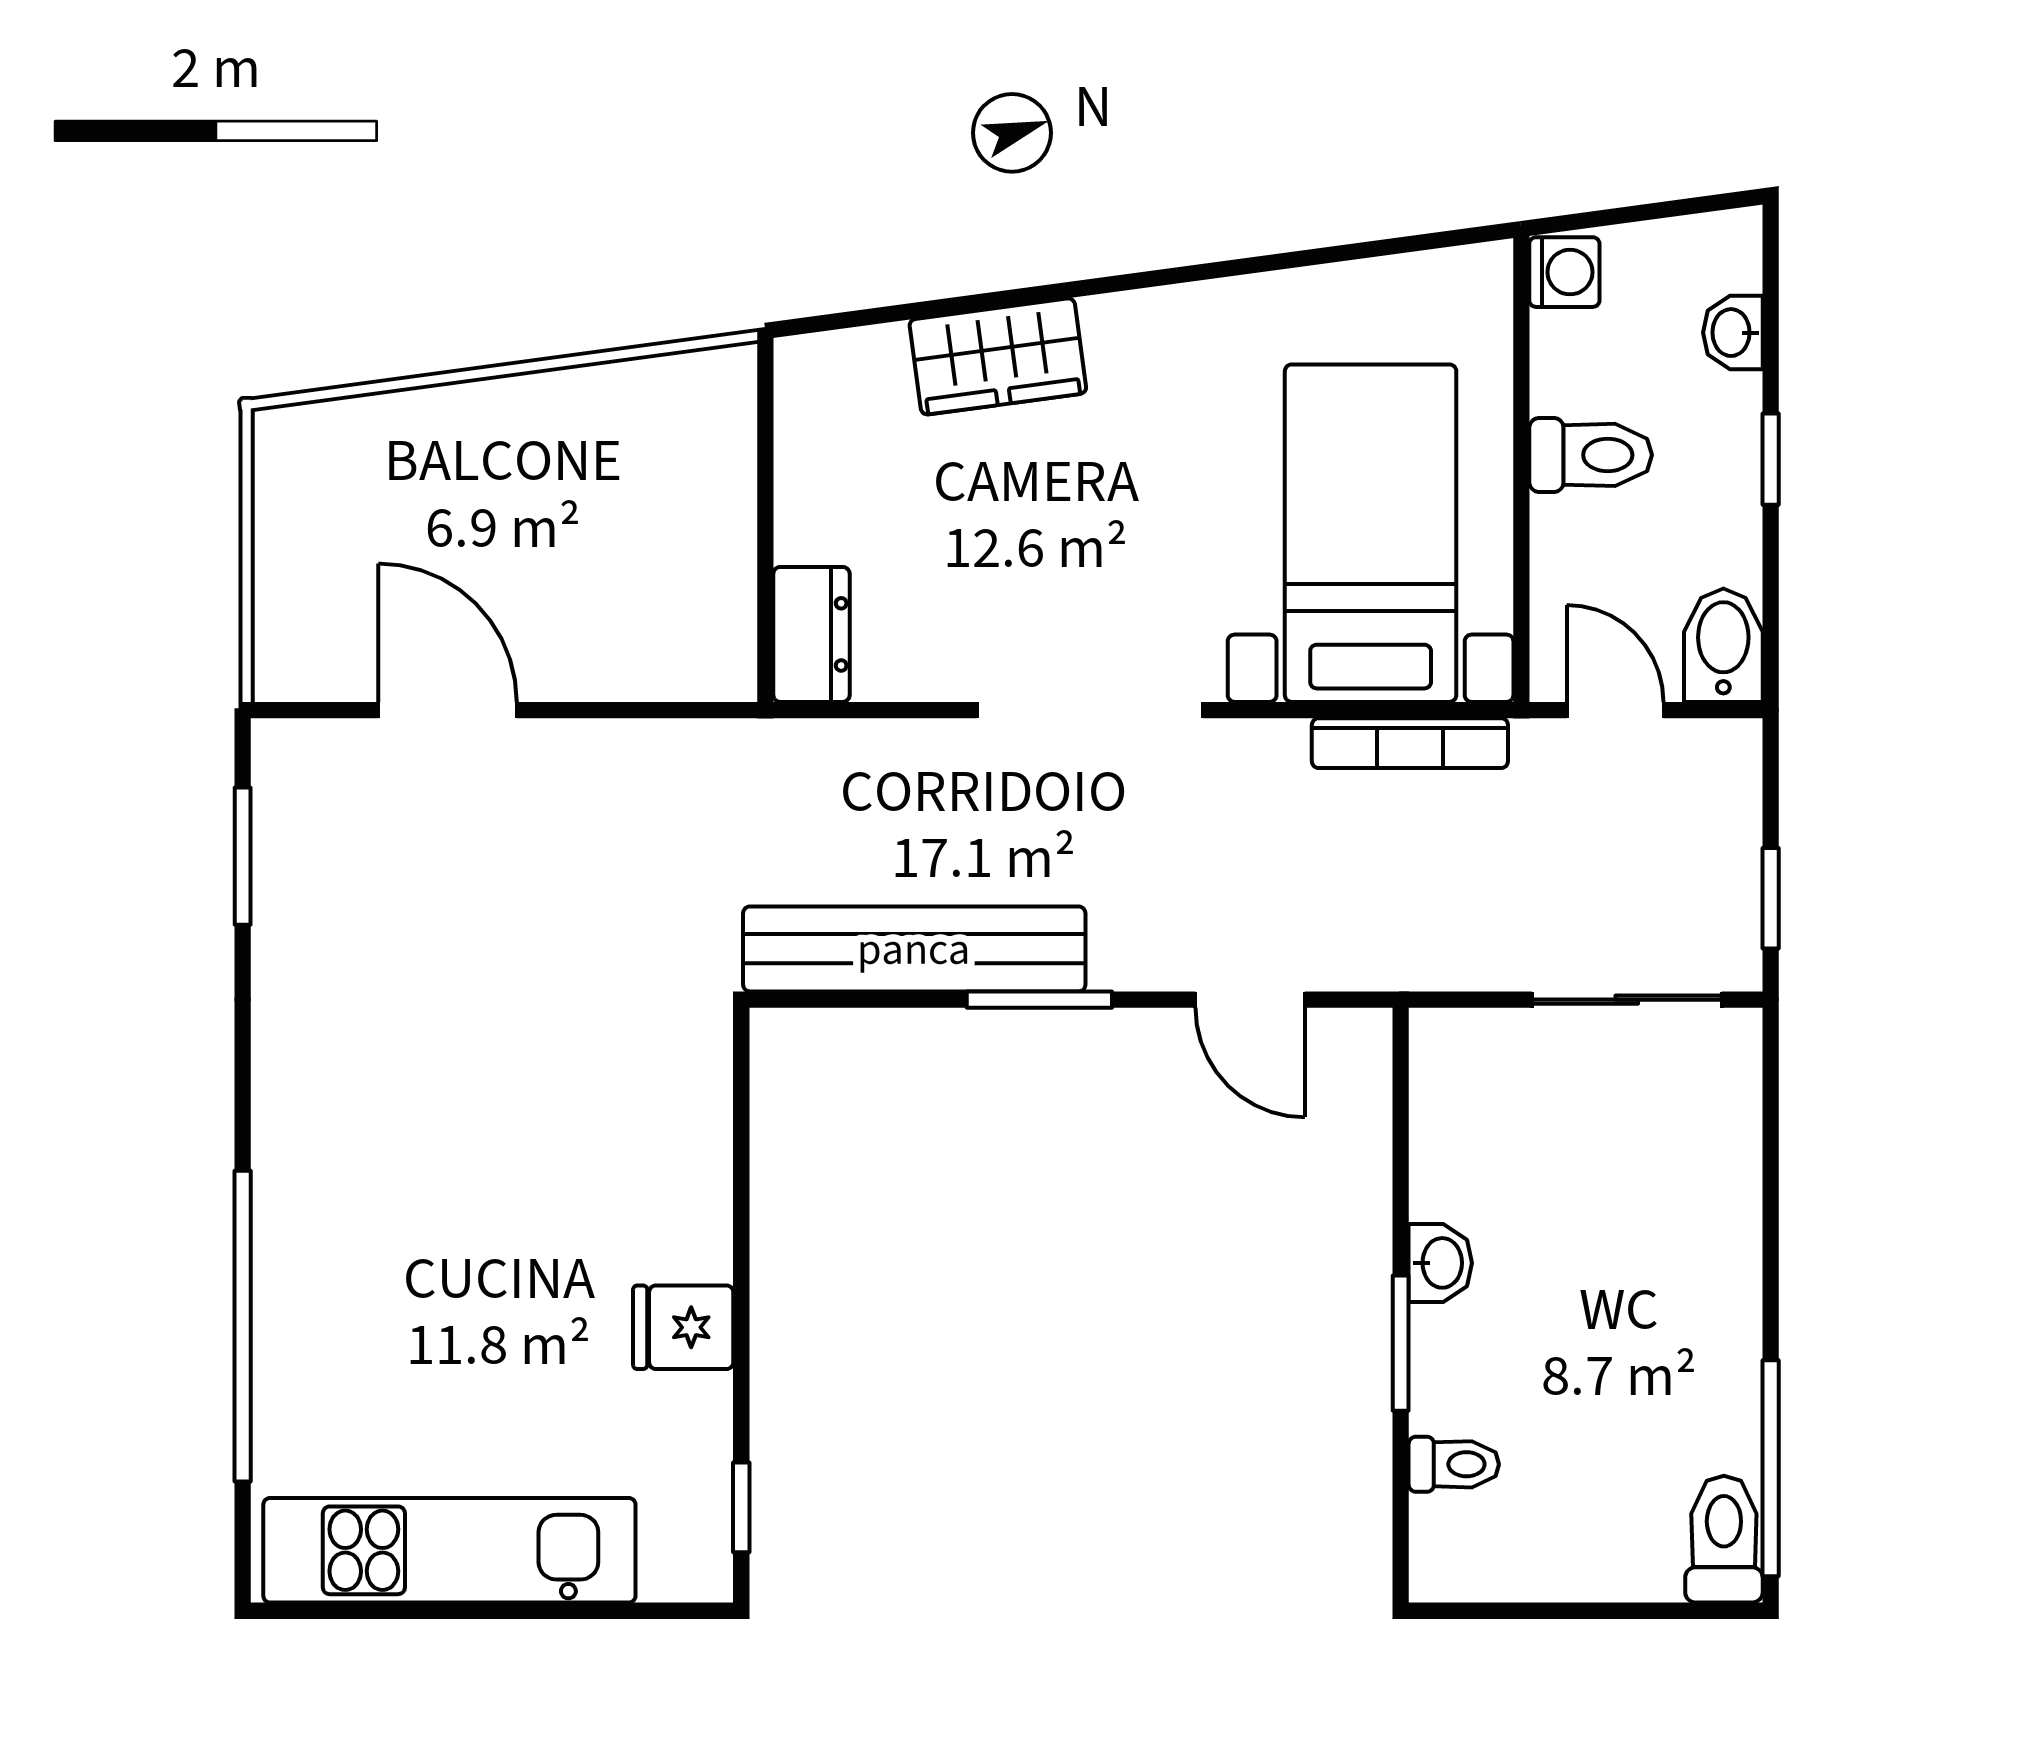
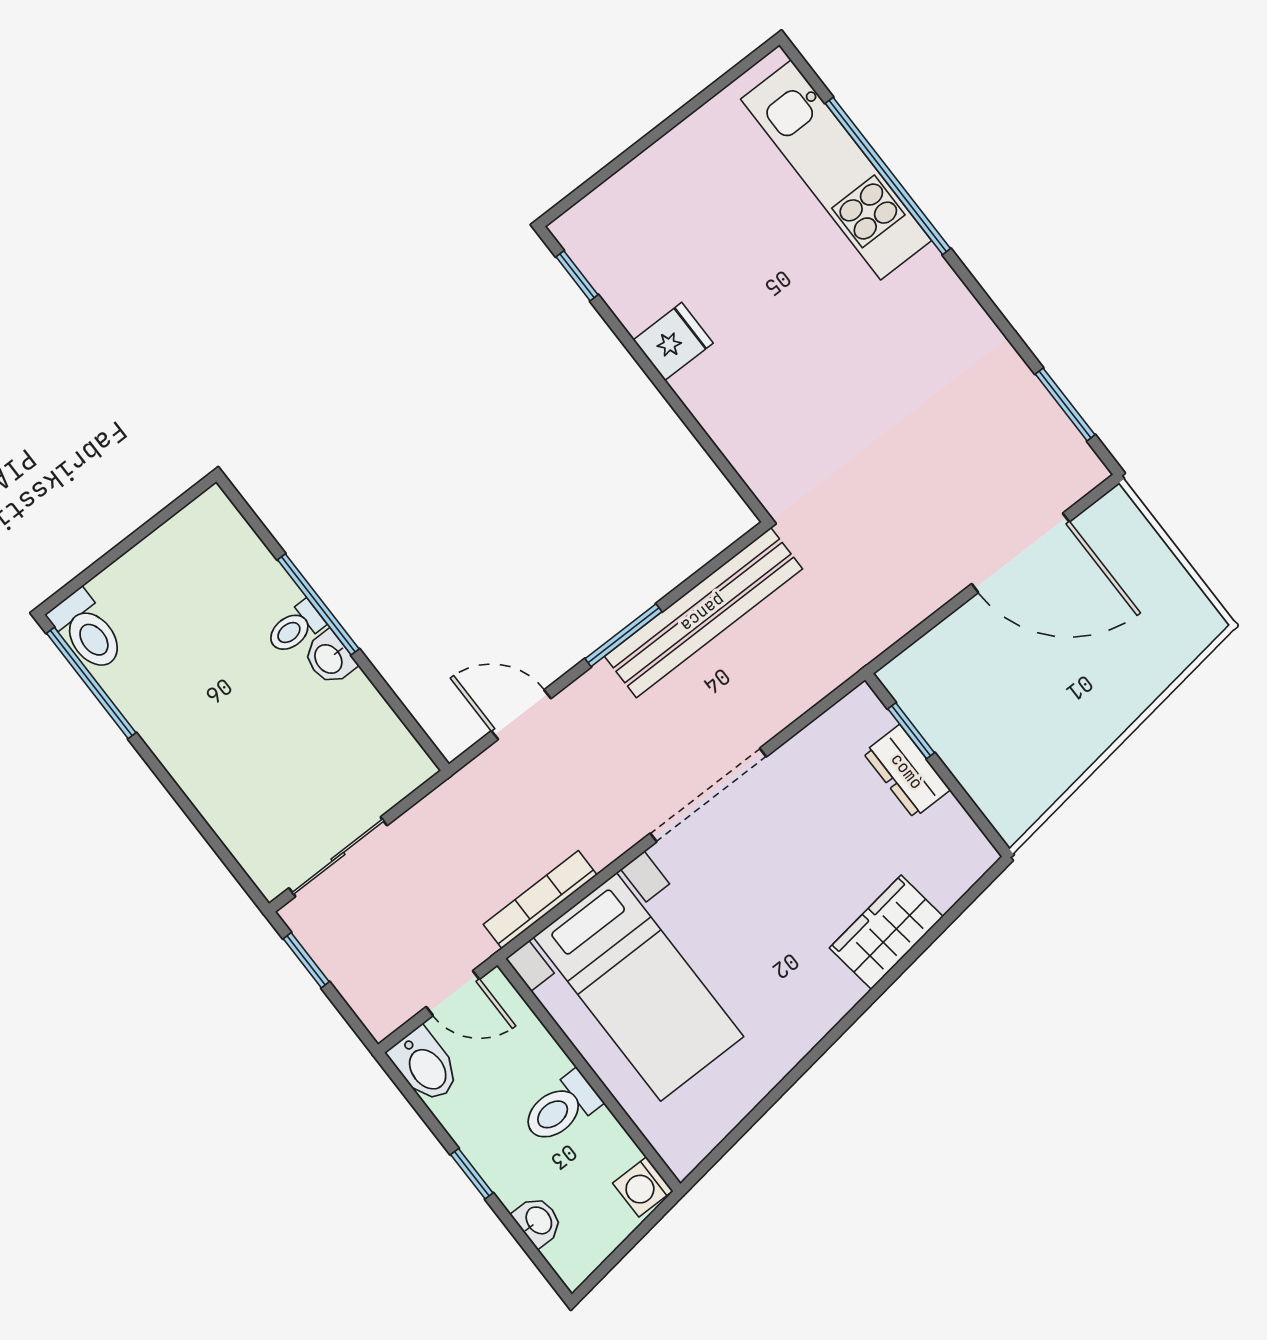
window: (765, 590) -> (911, 731), added
dresser: (811, 634) -> (907, 771), moved
door: (448, 710) -> (1020, 553), width x1.36
window: (1401, 1343) -> (318, 604), width x1.44
toilet: (1454, 1464) -> (295, 628), moved
kitchen unit: (449, 1550) -> (836, 170), moved, turned 90

